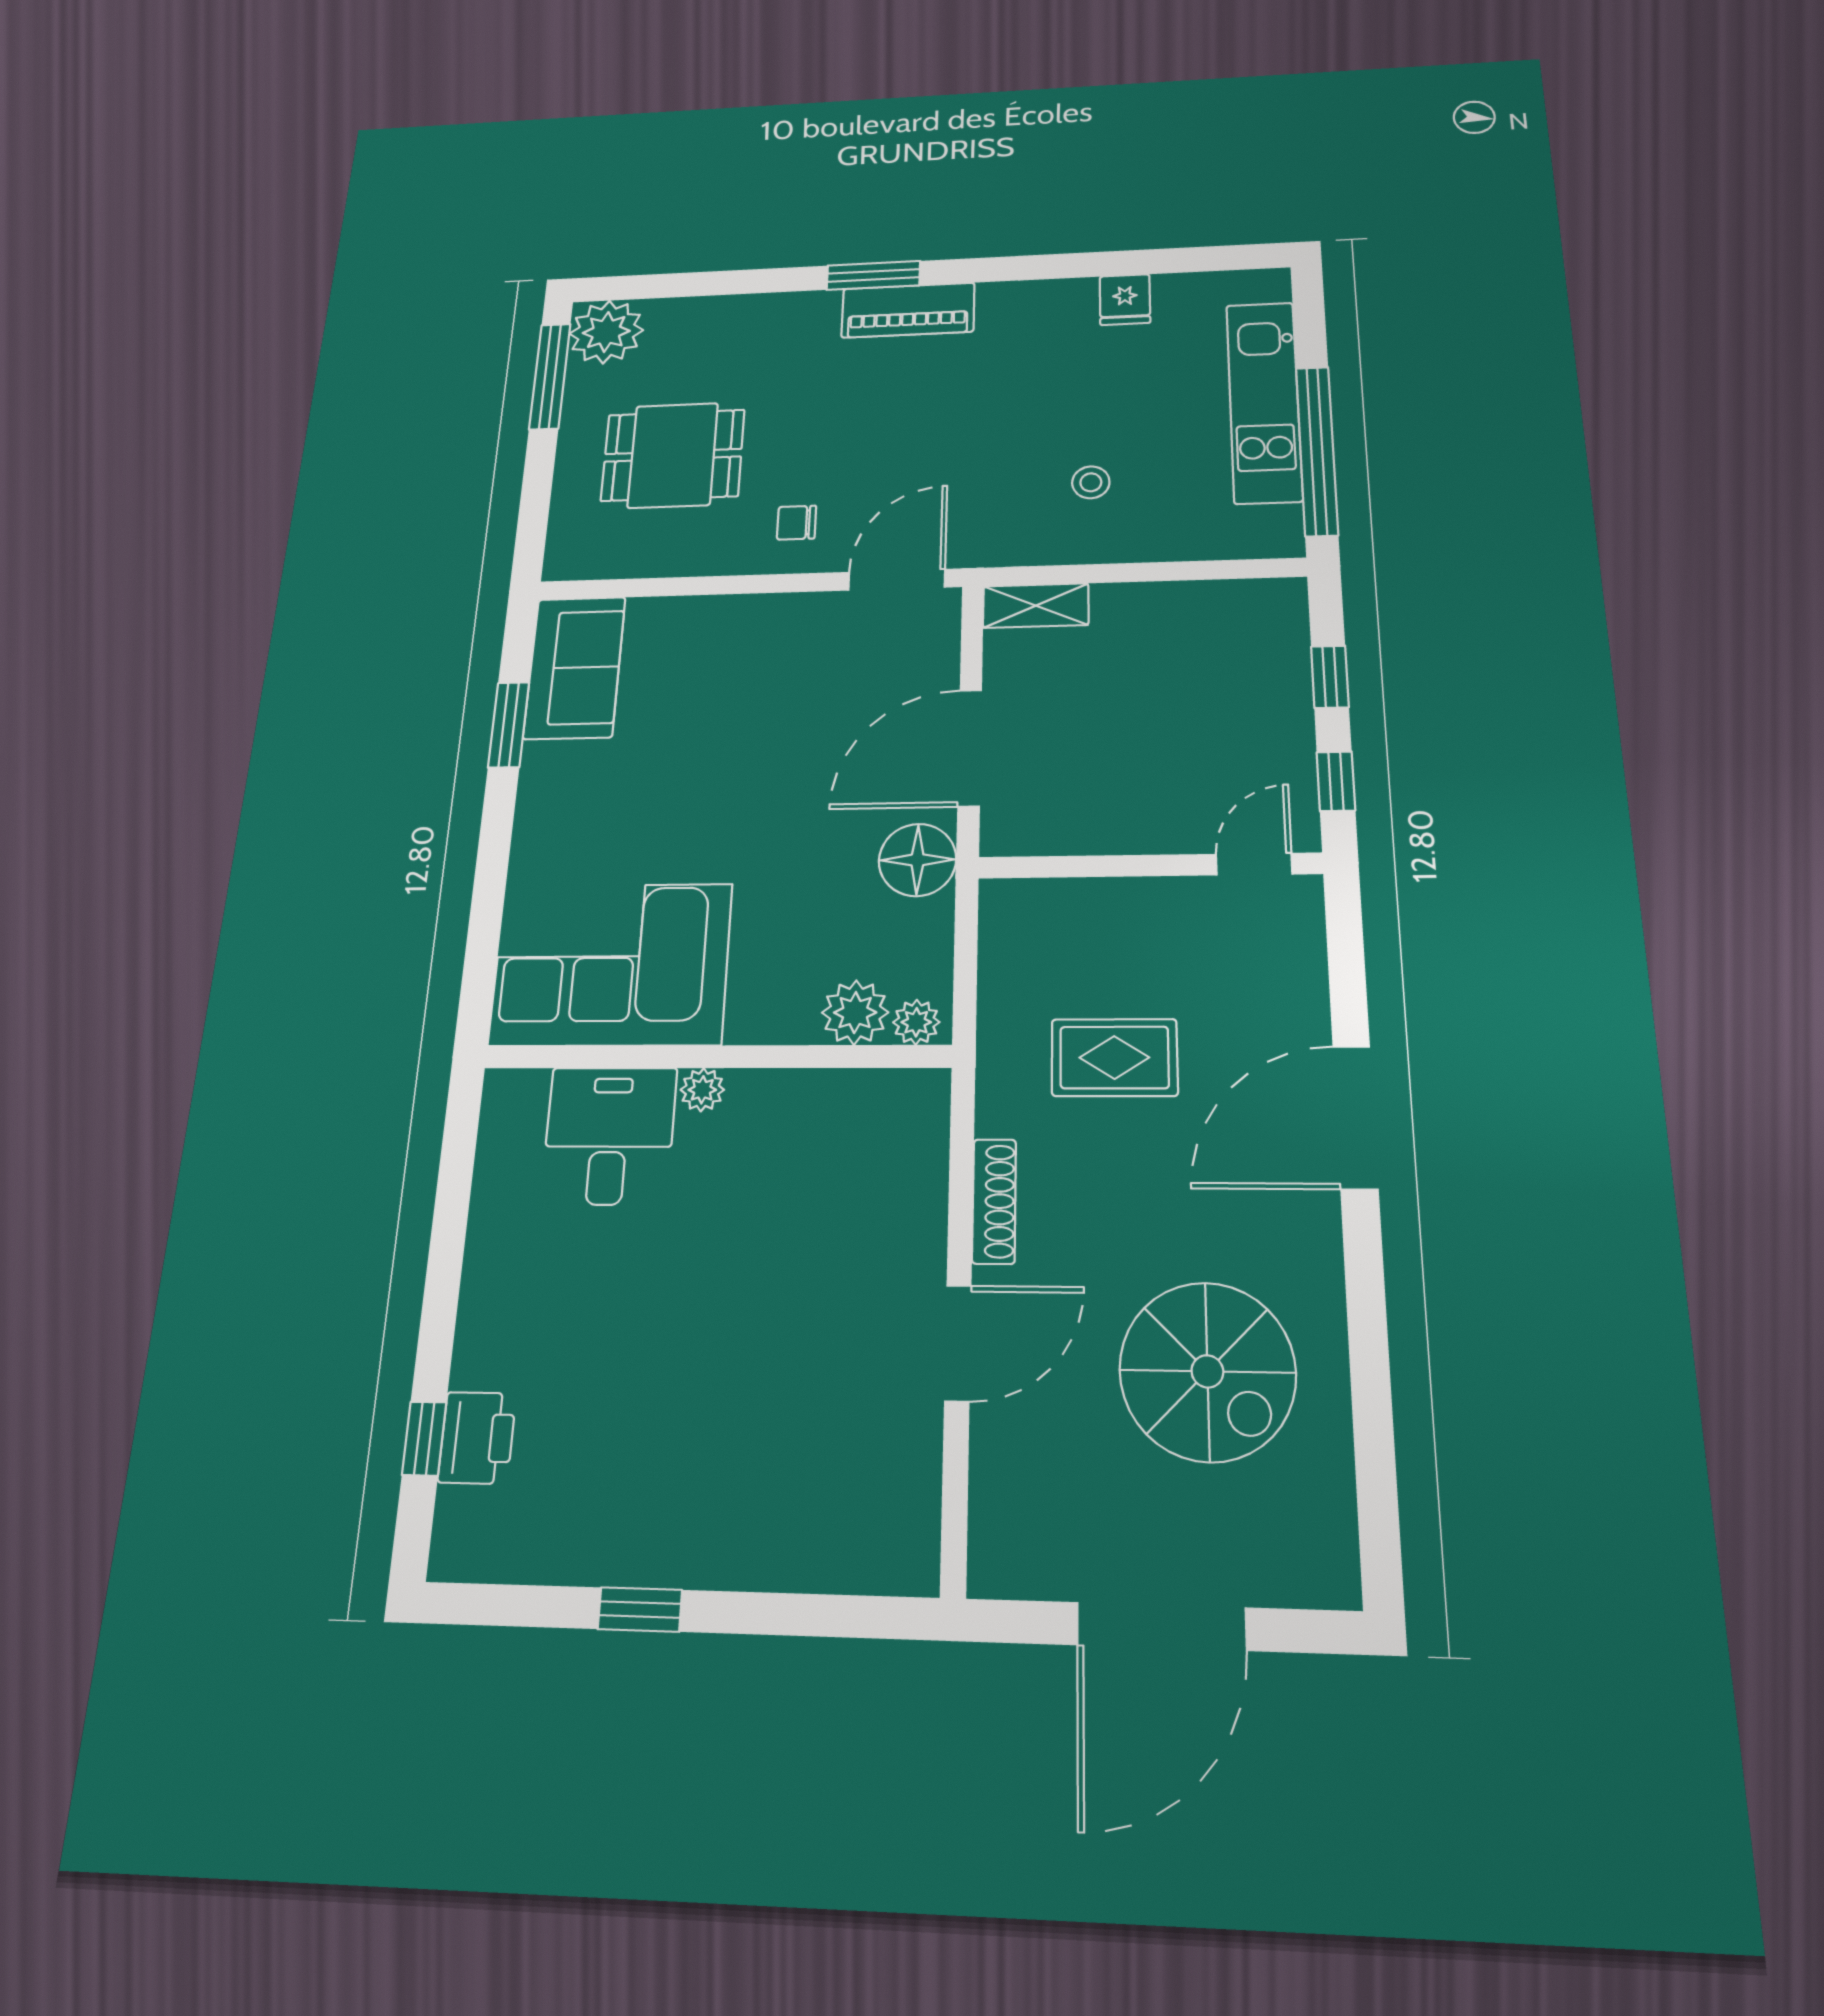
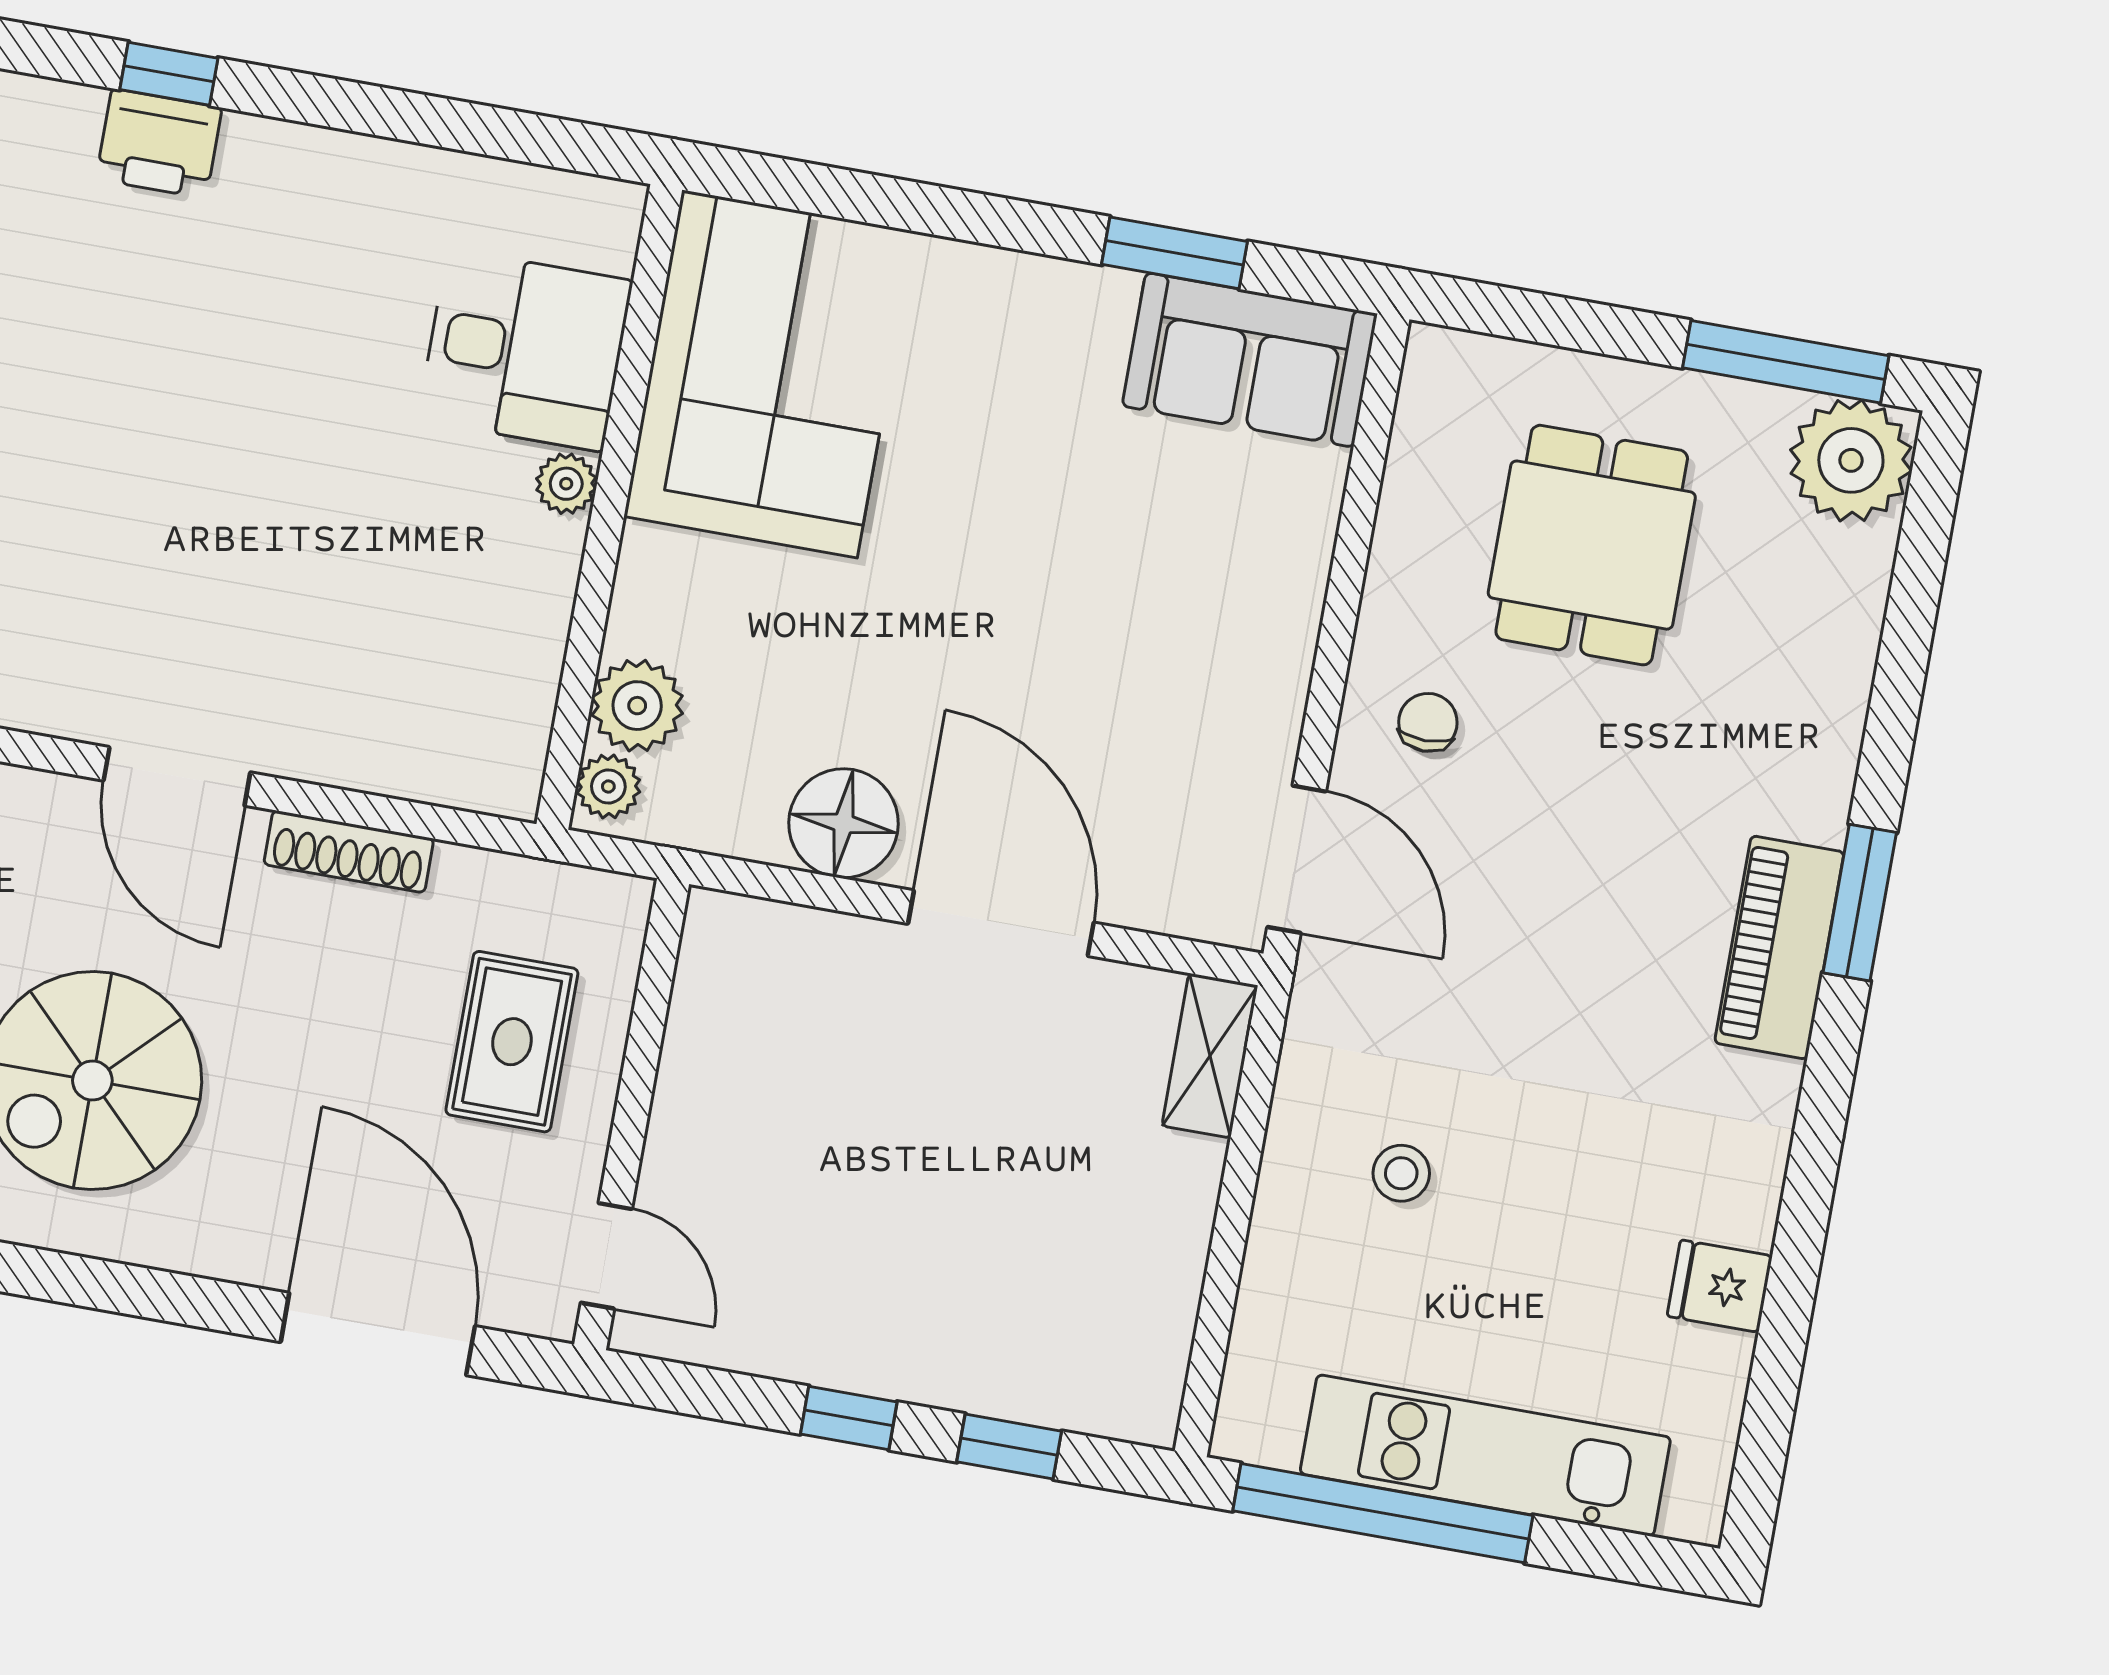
door: (1254, 864) -> (606, 1256), moved
wall: (1149, 866) -> (632, 1114), moved

